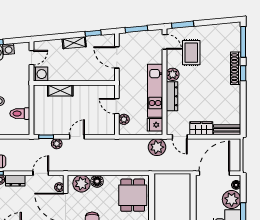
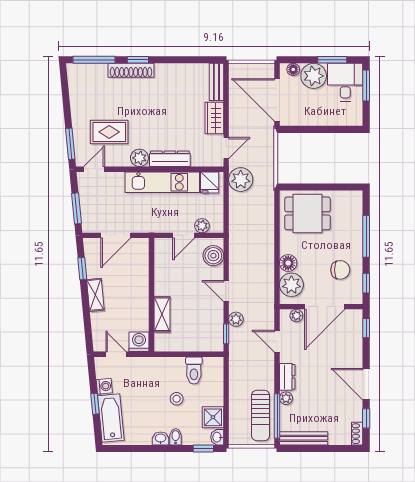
boiler: (102, 127) -> (213, 256), added

